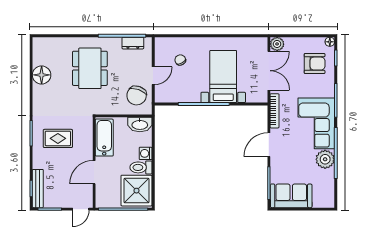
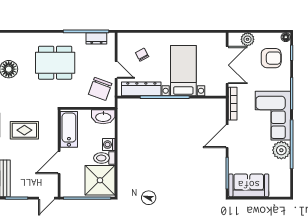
plant: (277, 44) -> (248, 39), moved
dining table: (90, 68) -> (55, 63), turned 90
door: (153, 76) -> (116, 70), hinge flipped
dresser: (180, 95) -> (141, 89), added

